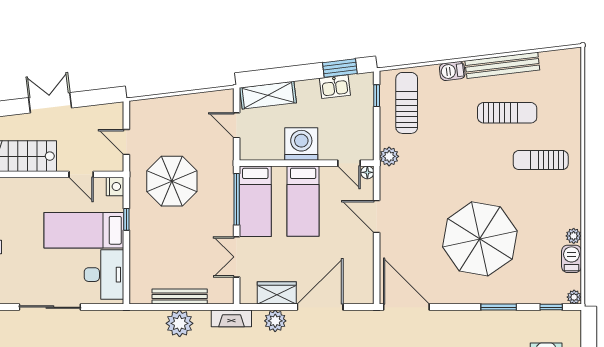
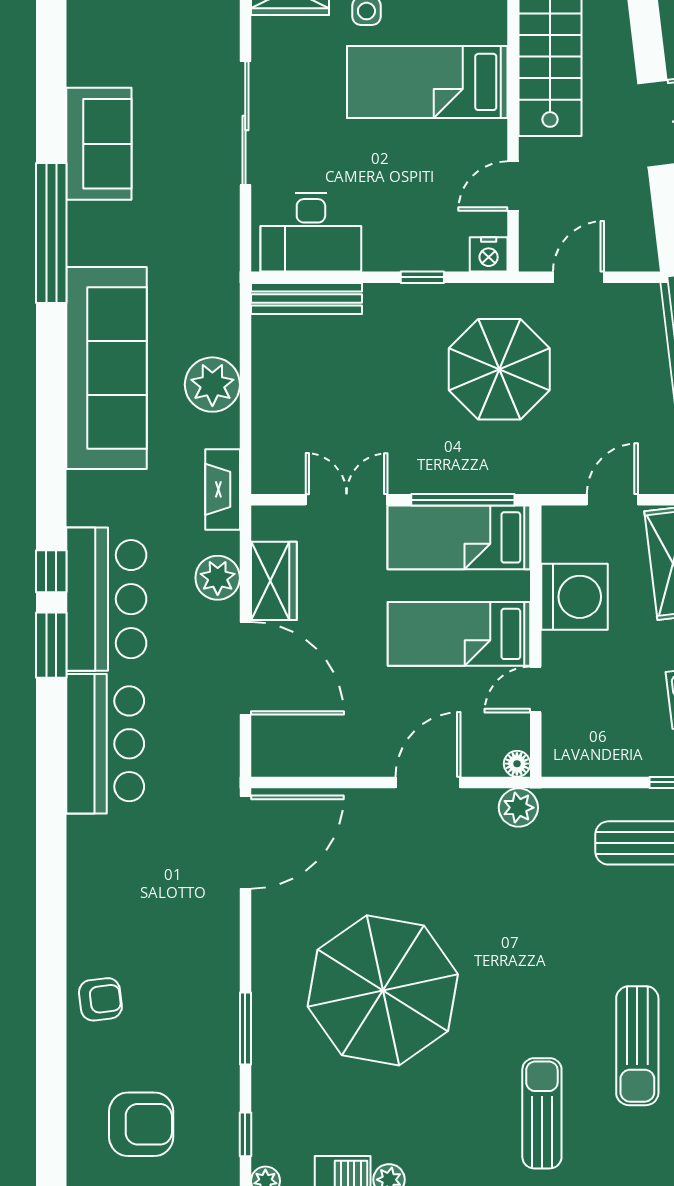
washing machine: (301, 144) -> (574, 597), moved
plant: (389, 156) -> (518, 808), moved
door: (349, 163) -> (536, 690), moved
bed: (84, 230) -> (427, 82), moved, turned -90
bench: (180, 297) -> (306, 298), moved, turned 90

